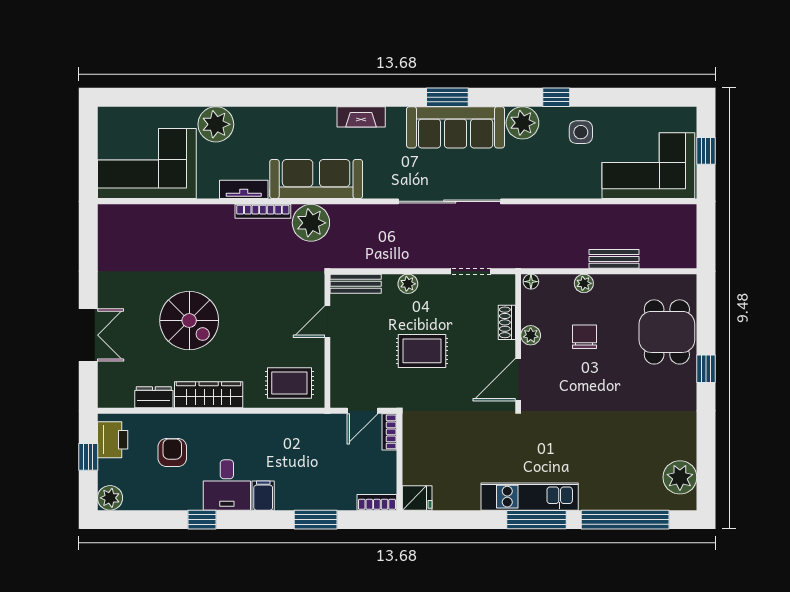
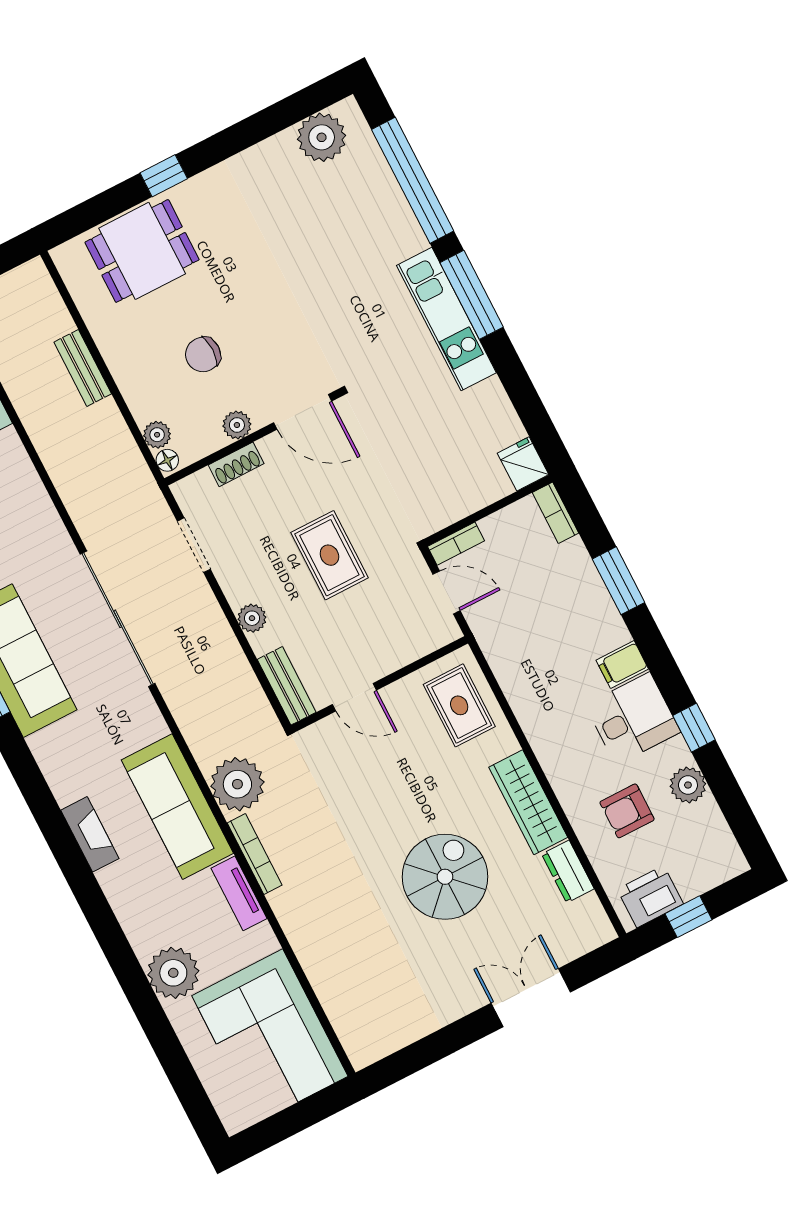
fireplace: (361, 117) -> (90, 834), moved
plant: (584, 283) -> (157, 435), moved
plant: (110, 498) -> (688, 785), moved

